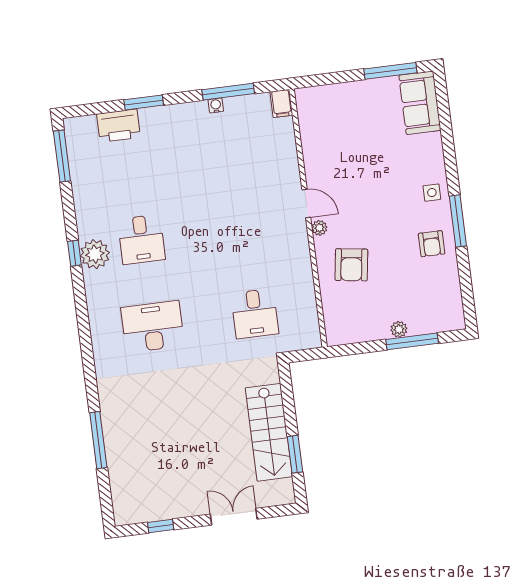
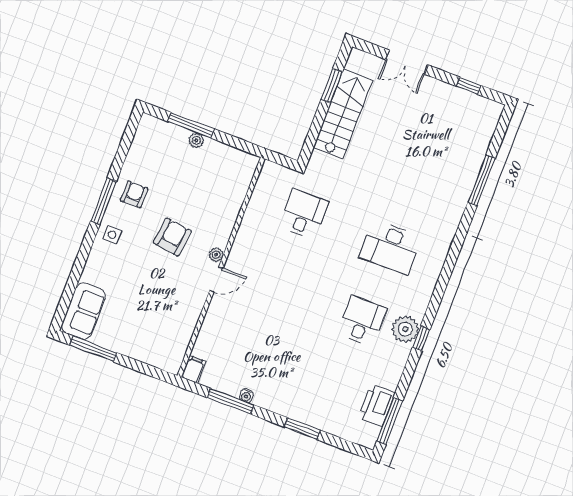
printer: (119, 126) -> (377, 405), moved, turned -90
door: (306, 203) -> (216, 280), swing flipped
armchair: (351, 265) -> (172, 237), moved

